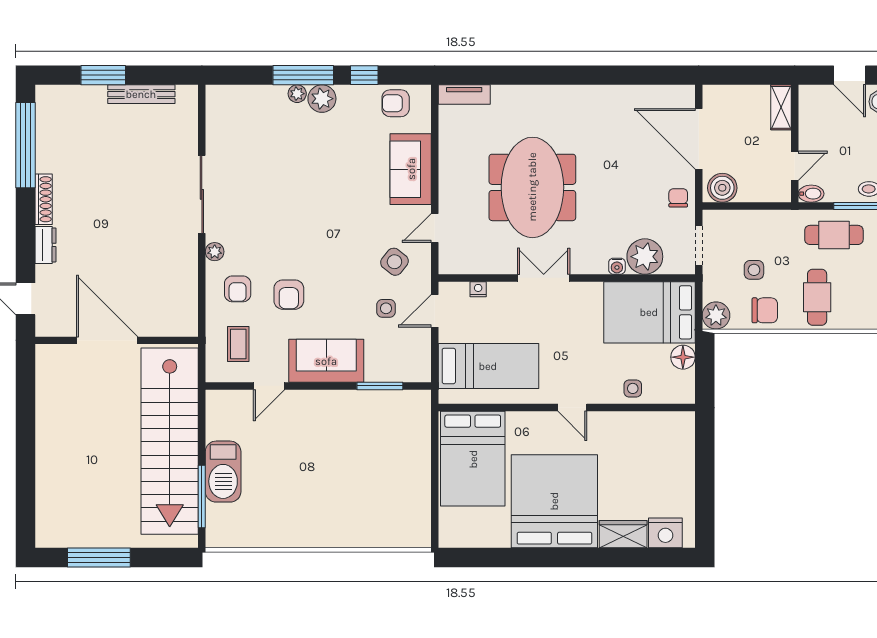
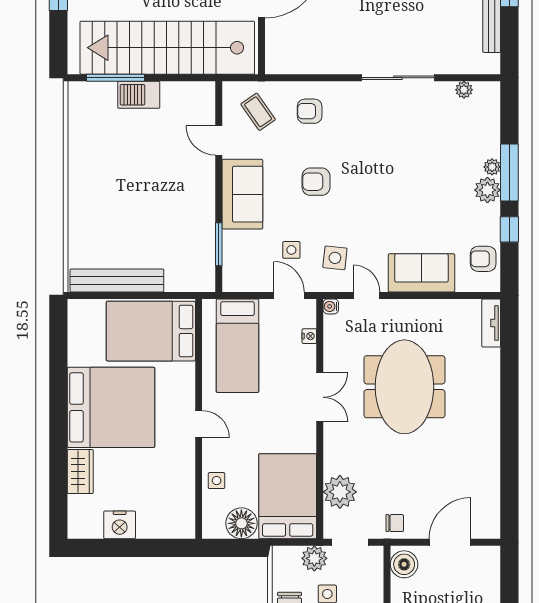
armchair: (396, 103) -> (483, 259), turned -90
door: (699, 139) -> (450, 542), width x0.73
meeting table: (532, 187) -> (404, 387), turned 90
plant: (215, 252) -> (464, 90), moved
side table: (394, 262) -> (335, 258), turned -32
water cooler: (617, 266) -> (331, 306), moved
armchair: (289, 295) -> (316, 182), moved
plant: (716, 315) -> (314, 558), moved
coffee table: (238, 344) -> (258, 112), turned 55
floor lamp: (683, 357) -> (241, 523), width x1.38, depth x1.38
door: (572, 408) -> (199, 424), swing flipped
barbecue: (223, 472) -> (139, 95), width x0.73, depth x0.83
bench: (419, 495) -> (117, 280), added
nightstand: (665, 533) -> (120, 525), moved, turned -90

